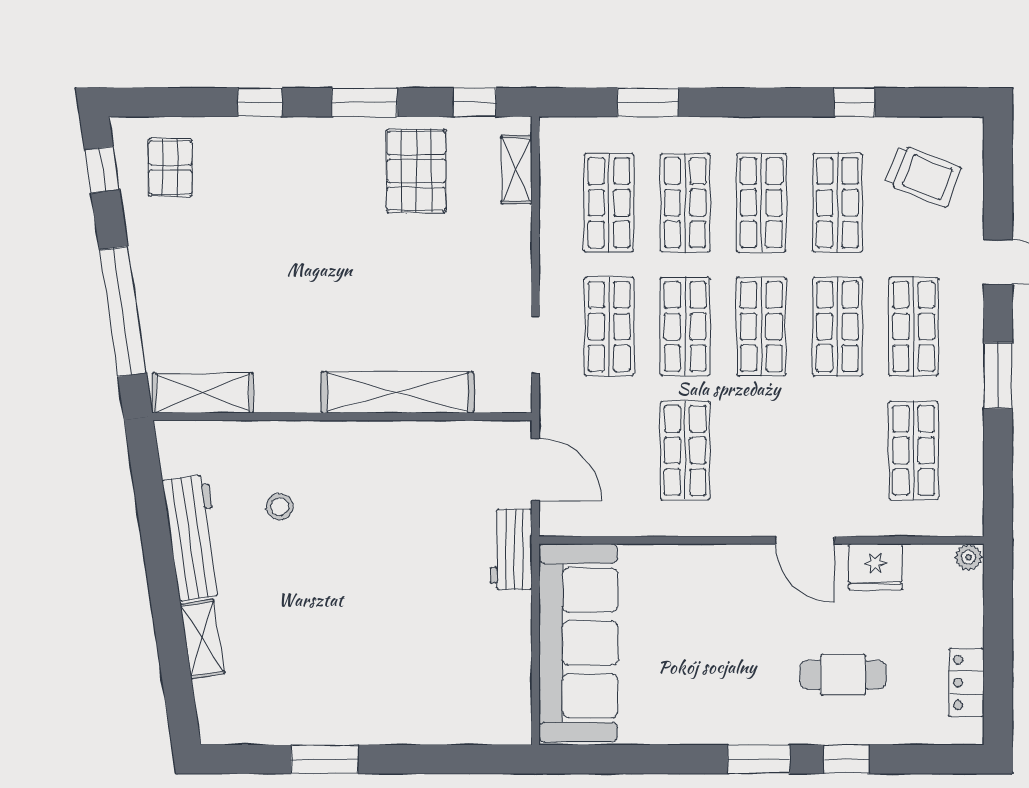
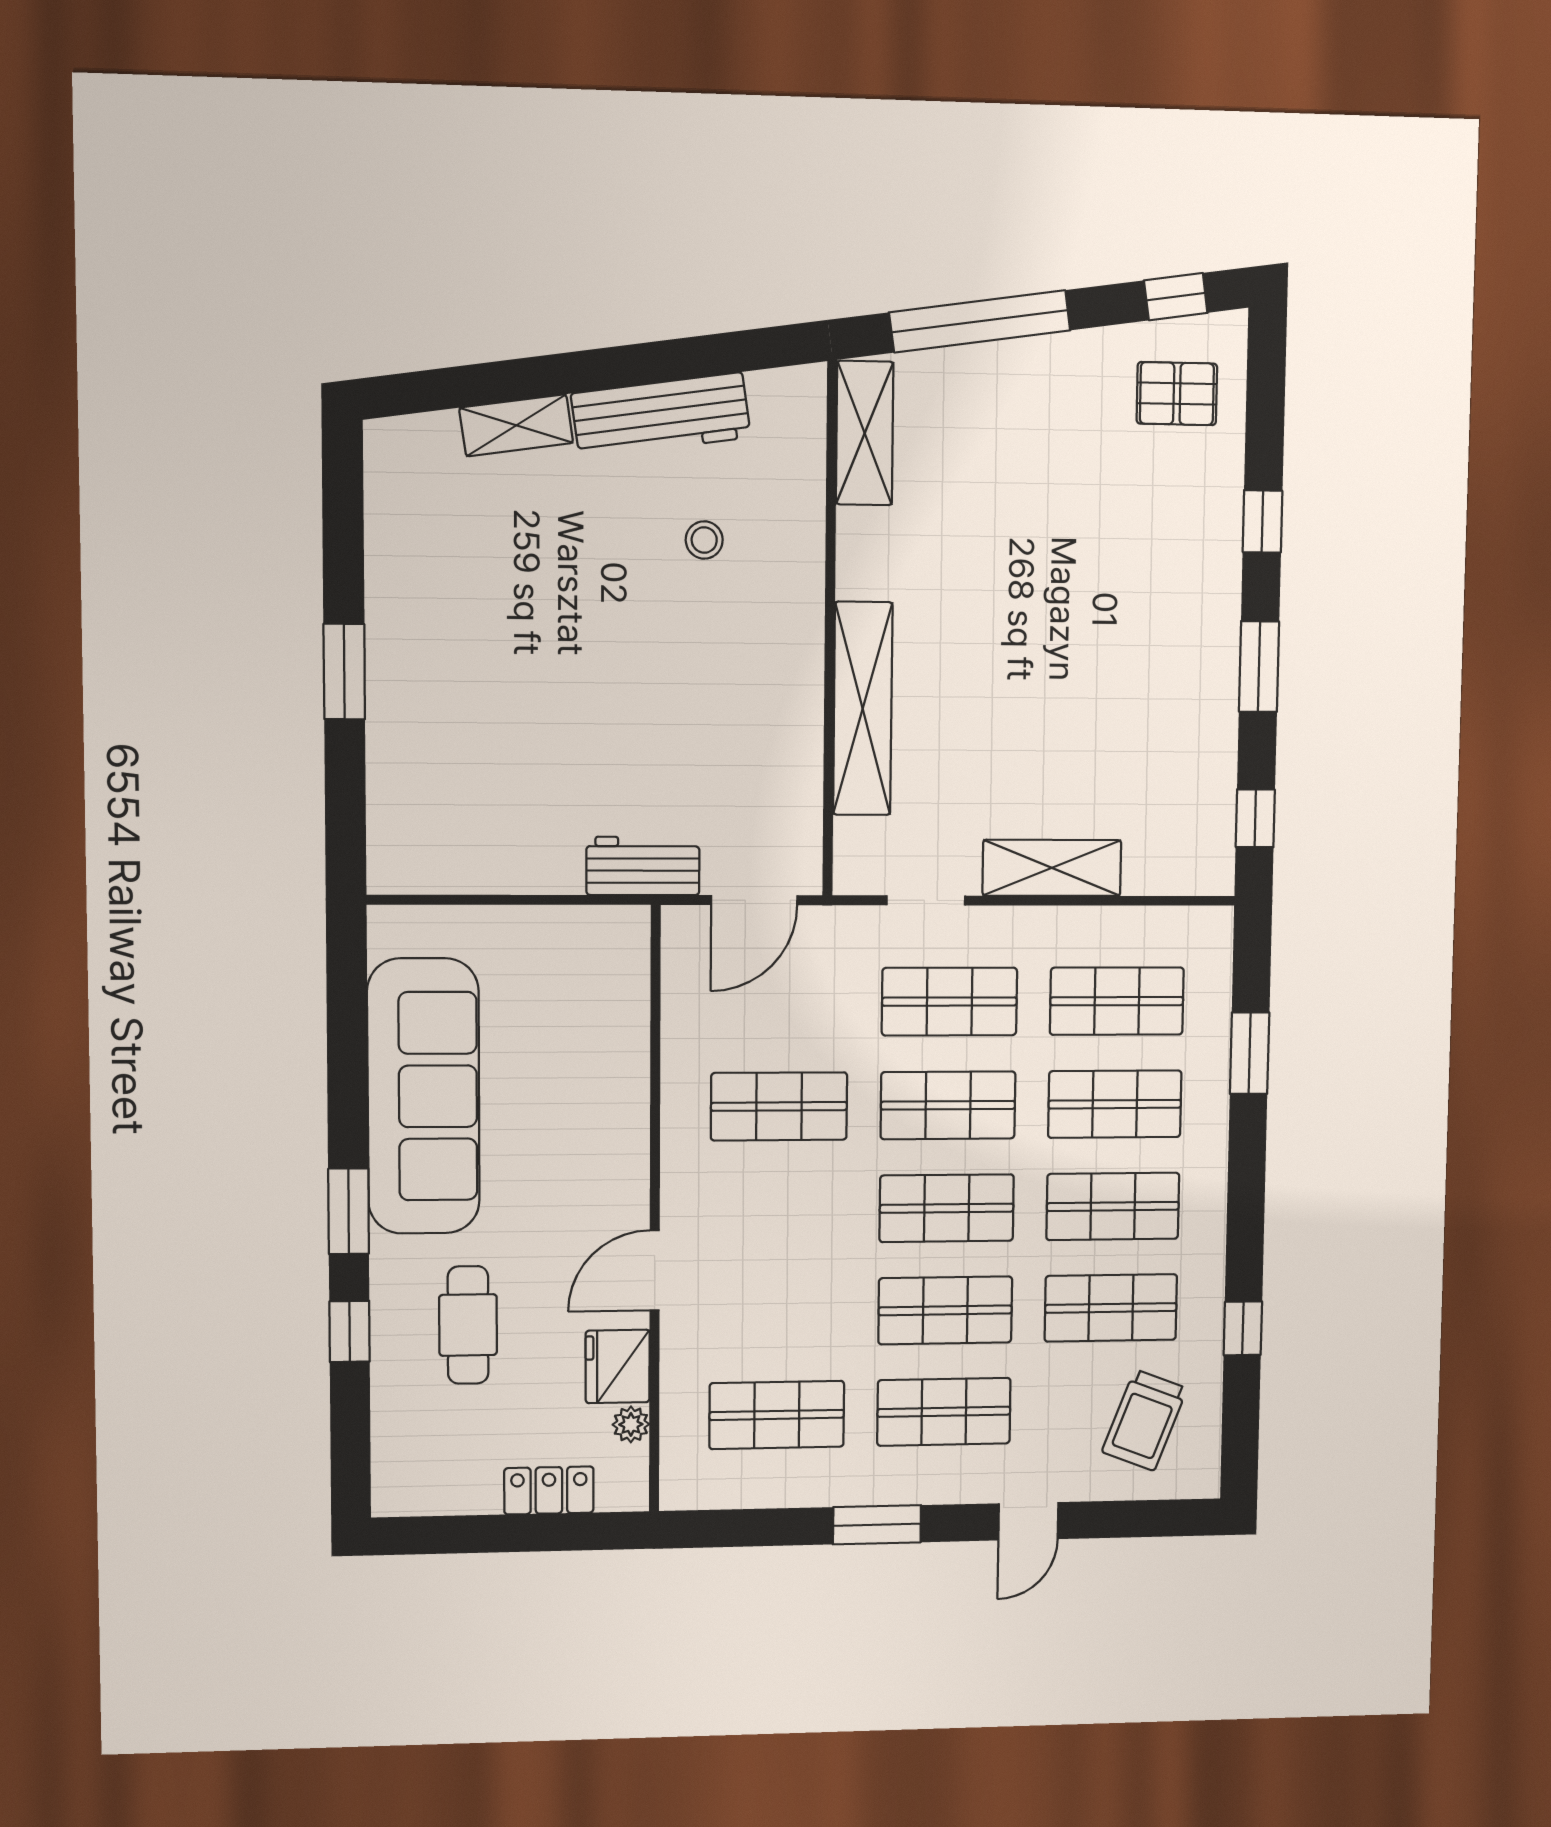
shelving: (517, 170) -> (1052, 868), moved, width x1.50, depth x1.33
pallet: (416, 171) -> (1165, 737), removed
plant: (969, 557) -> (631, 1424), moved
sofa: (578, 643) -> (423, 1096), moved, turned -90
locker: (967, 682) -> (549, 1490), moved
window: (325, 759) -> (344, 672), moved

